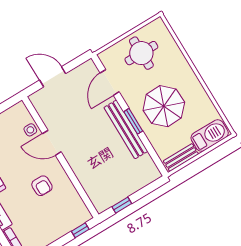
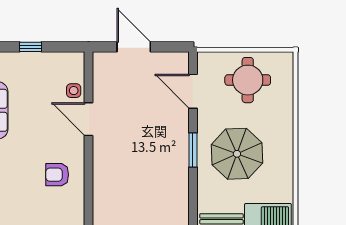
door: (110, 82) -> (193, 91), hinge flipped
bench: (126, 129) -> (179, 154), removed
armchair: (42, 186) -> (57, 175), moved, turned 90

